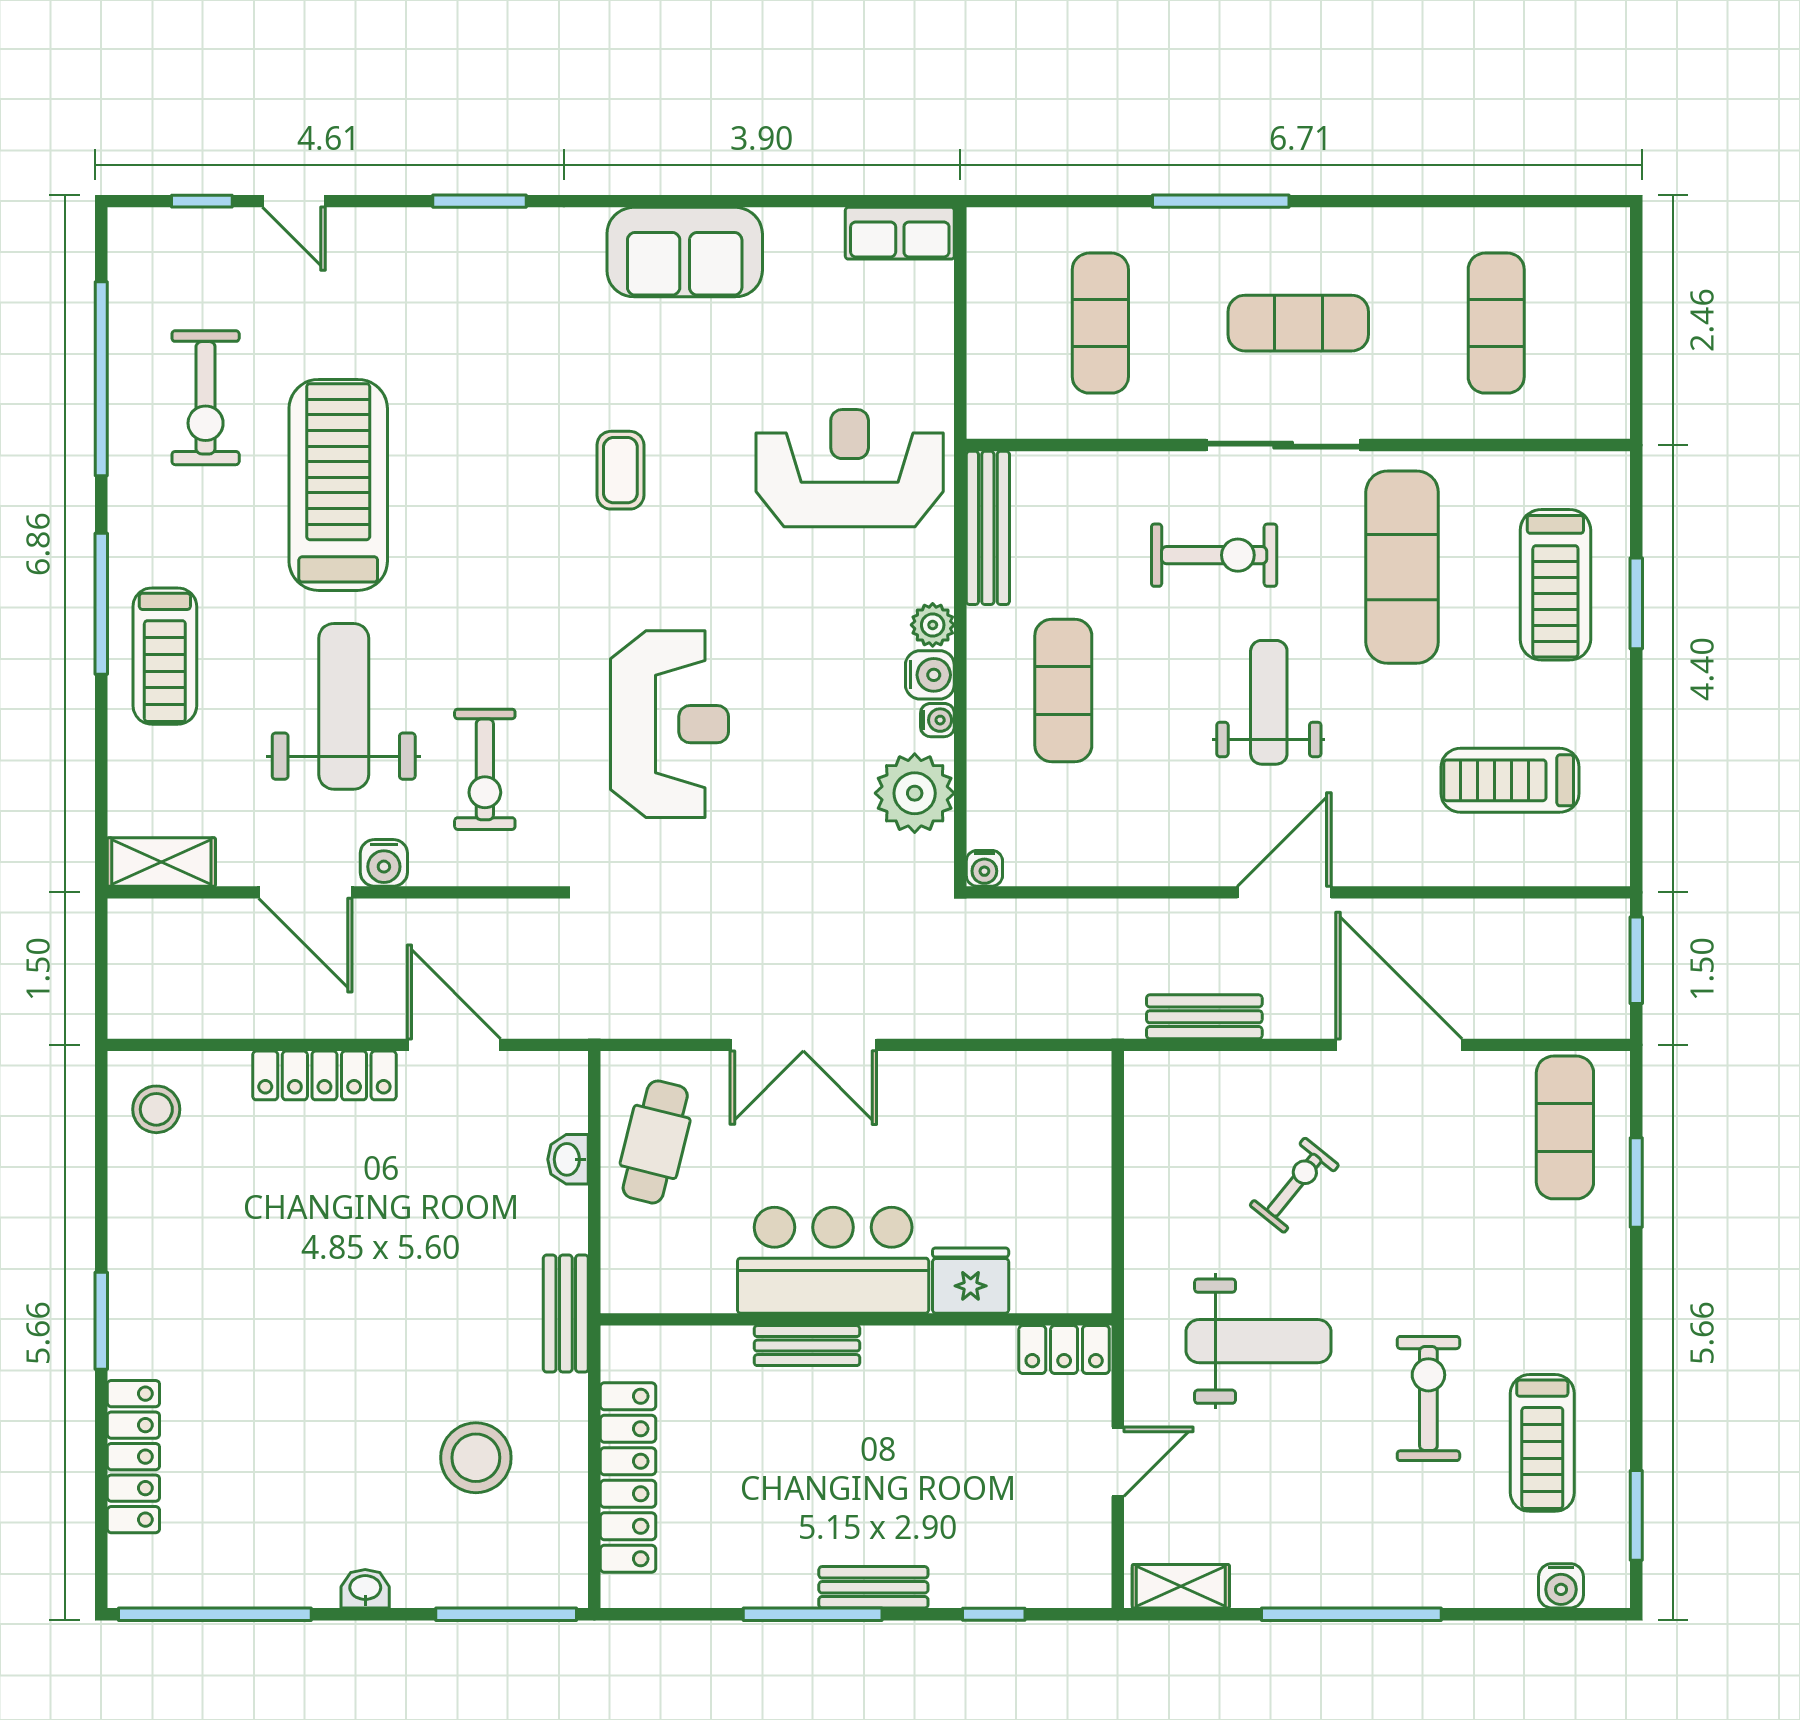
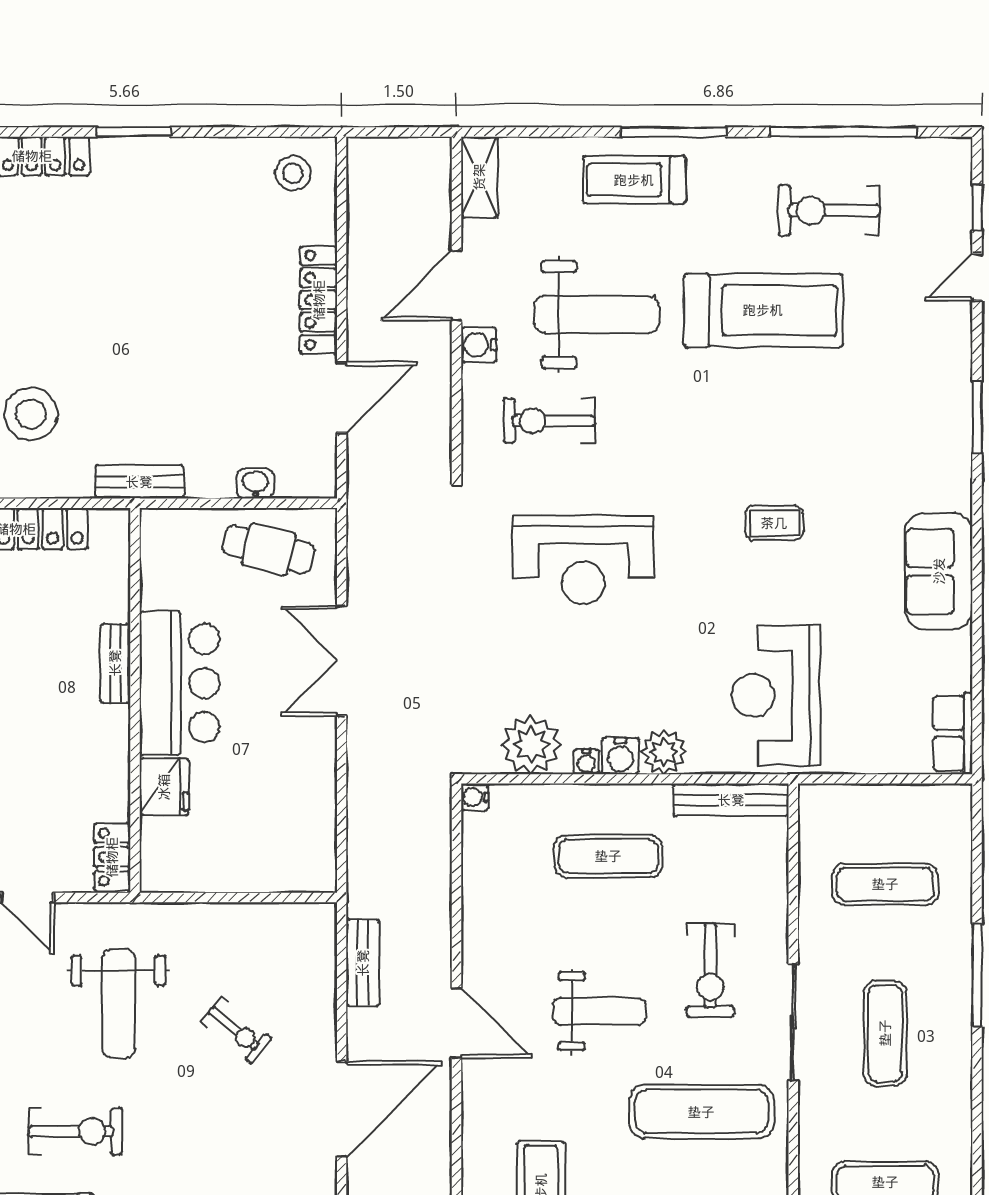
reception desk: (850, 468) -> (776, 696), turned 180
plant: (933, 625) -> (664, 752), width x1.38, depth x1.38

